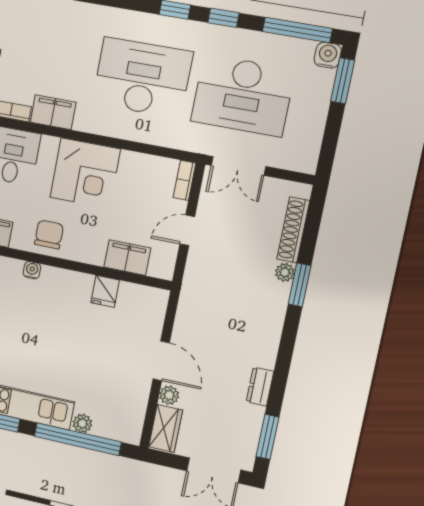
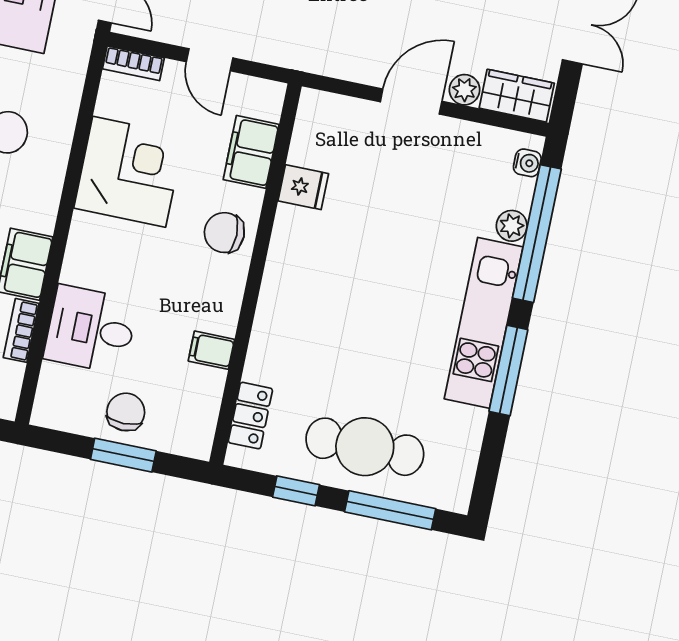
corner desk: (85, 173) -> (129, 172), moved
chair: (49, 234) -> (224, 233), moved
water cooler: (32, 270) -> (527, 163), moved, turned 180

